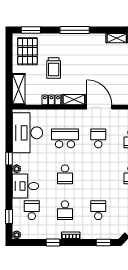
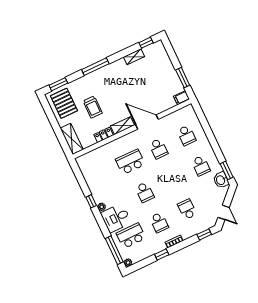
desk: (27, 133) -> (96, 172), removed
school desk: (98, 138) -> (158, 149), turned 180
school desk: (32, 210) -> (131, 236), width x1.85
window: (9, 217) -> (114, 250), width x2.17

